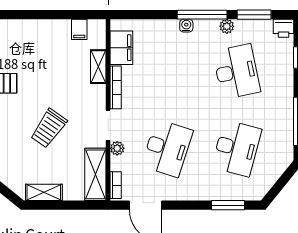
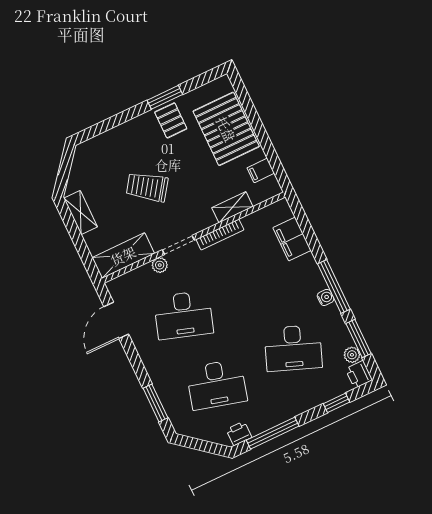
water cooler: (186, 26) -> (326, 297), moved
plant: (227, 26) -> (352, 355), moved
pallet: (32, 41) -> (226, 129), added
filing cabinet: (121, 48) -> (292, 239), moved, turned 90
desk: (237, 72) -> (293, 348), turned 33
printer: (285, 149) -> (239, 433), added
bookcase: (116, 185) -> (122, 281), removed

